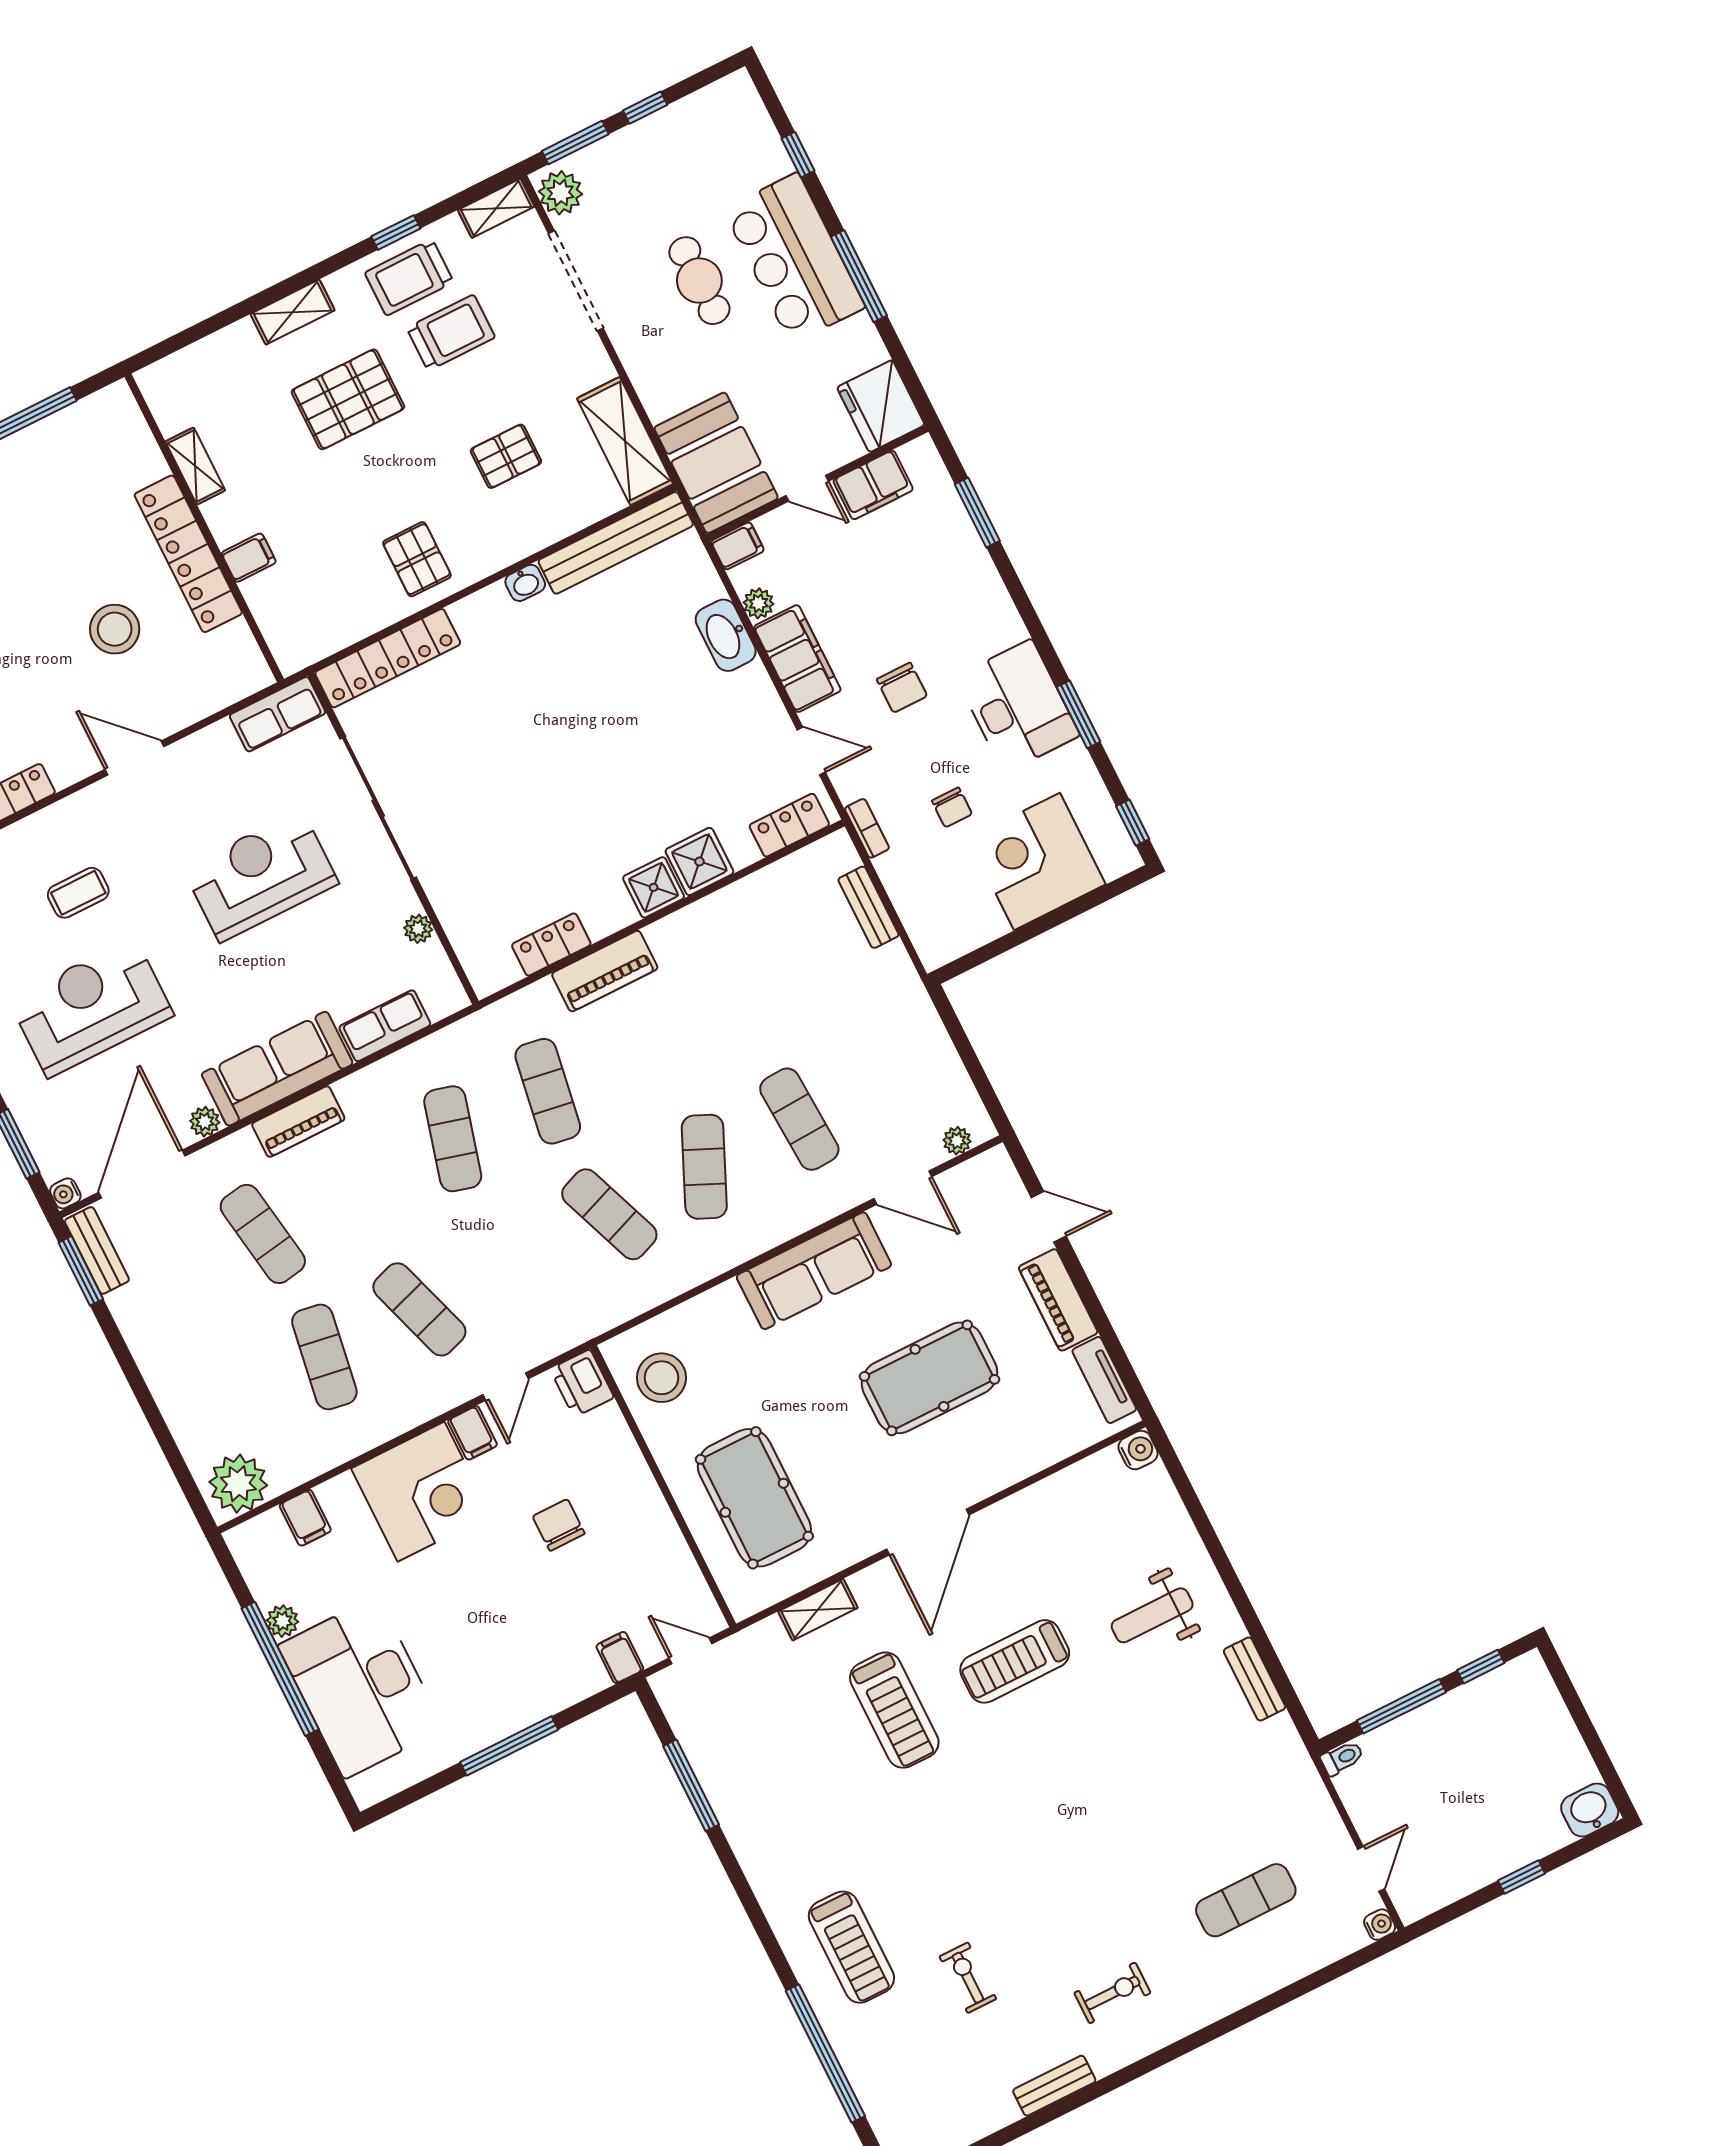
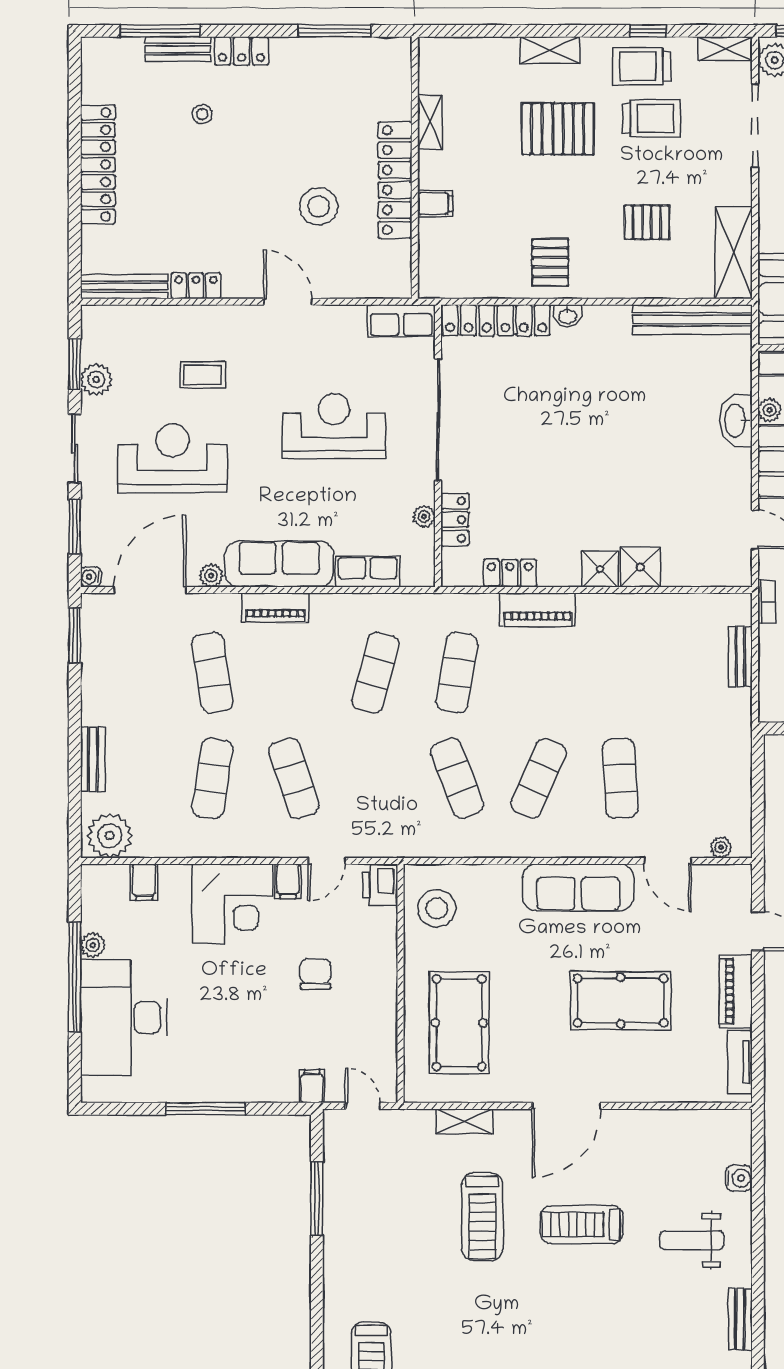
washbasin: (525, 583) -> (568, 316), moved
locker: (789, 825) -> (455, 520), moved, turned 90
bench: (97, 1250) -> (93, 759), moved
water cooler: (1138, 1450) -> (739, 1178), moved

